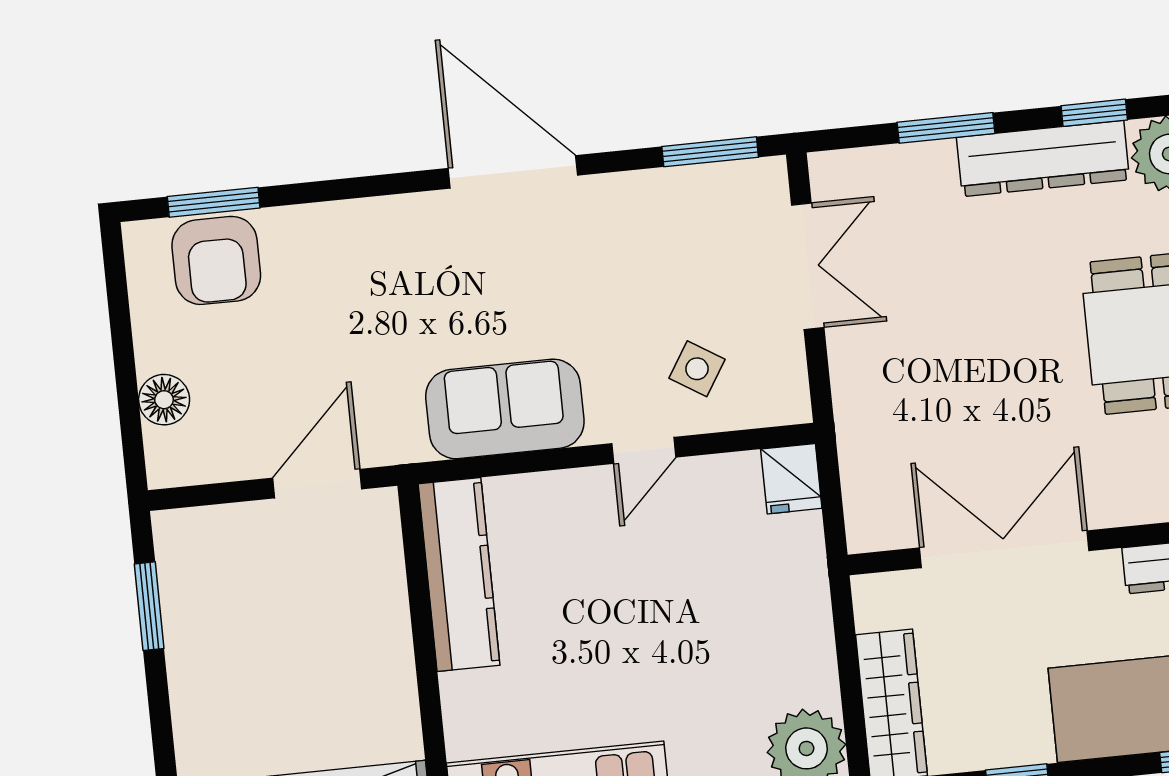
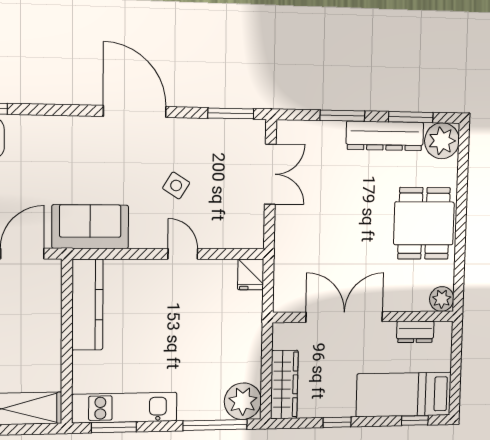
window: (1094, 113) -> (411, 117), width x1.50
side table: (697, 369) -> (176, 185), moved
sofa: (505, 409) -> (90, 227), moved
door: (644, 450) -> (183, 254), swing flipped

